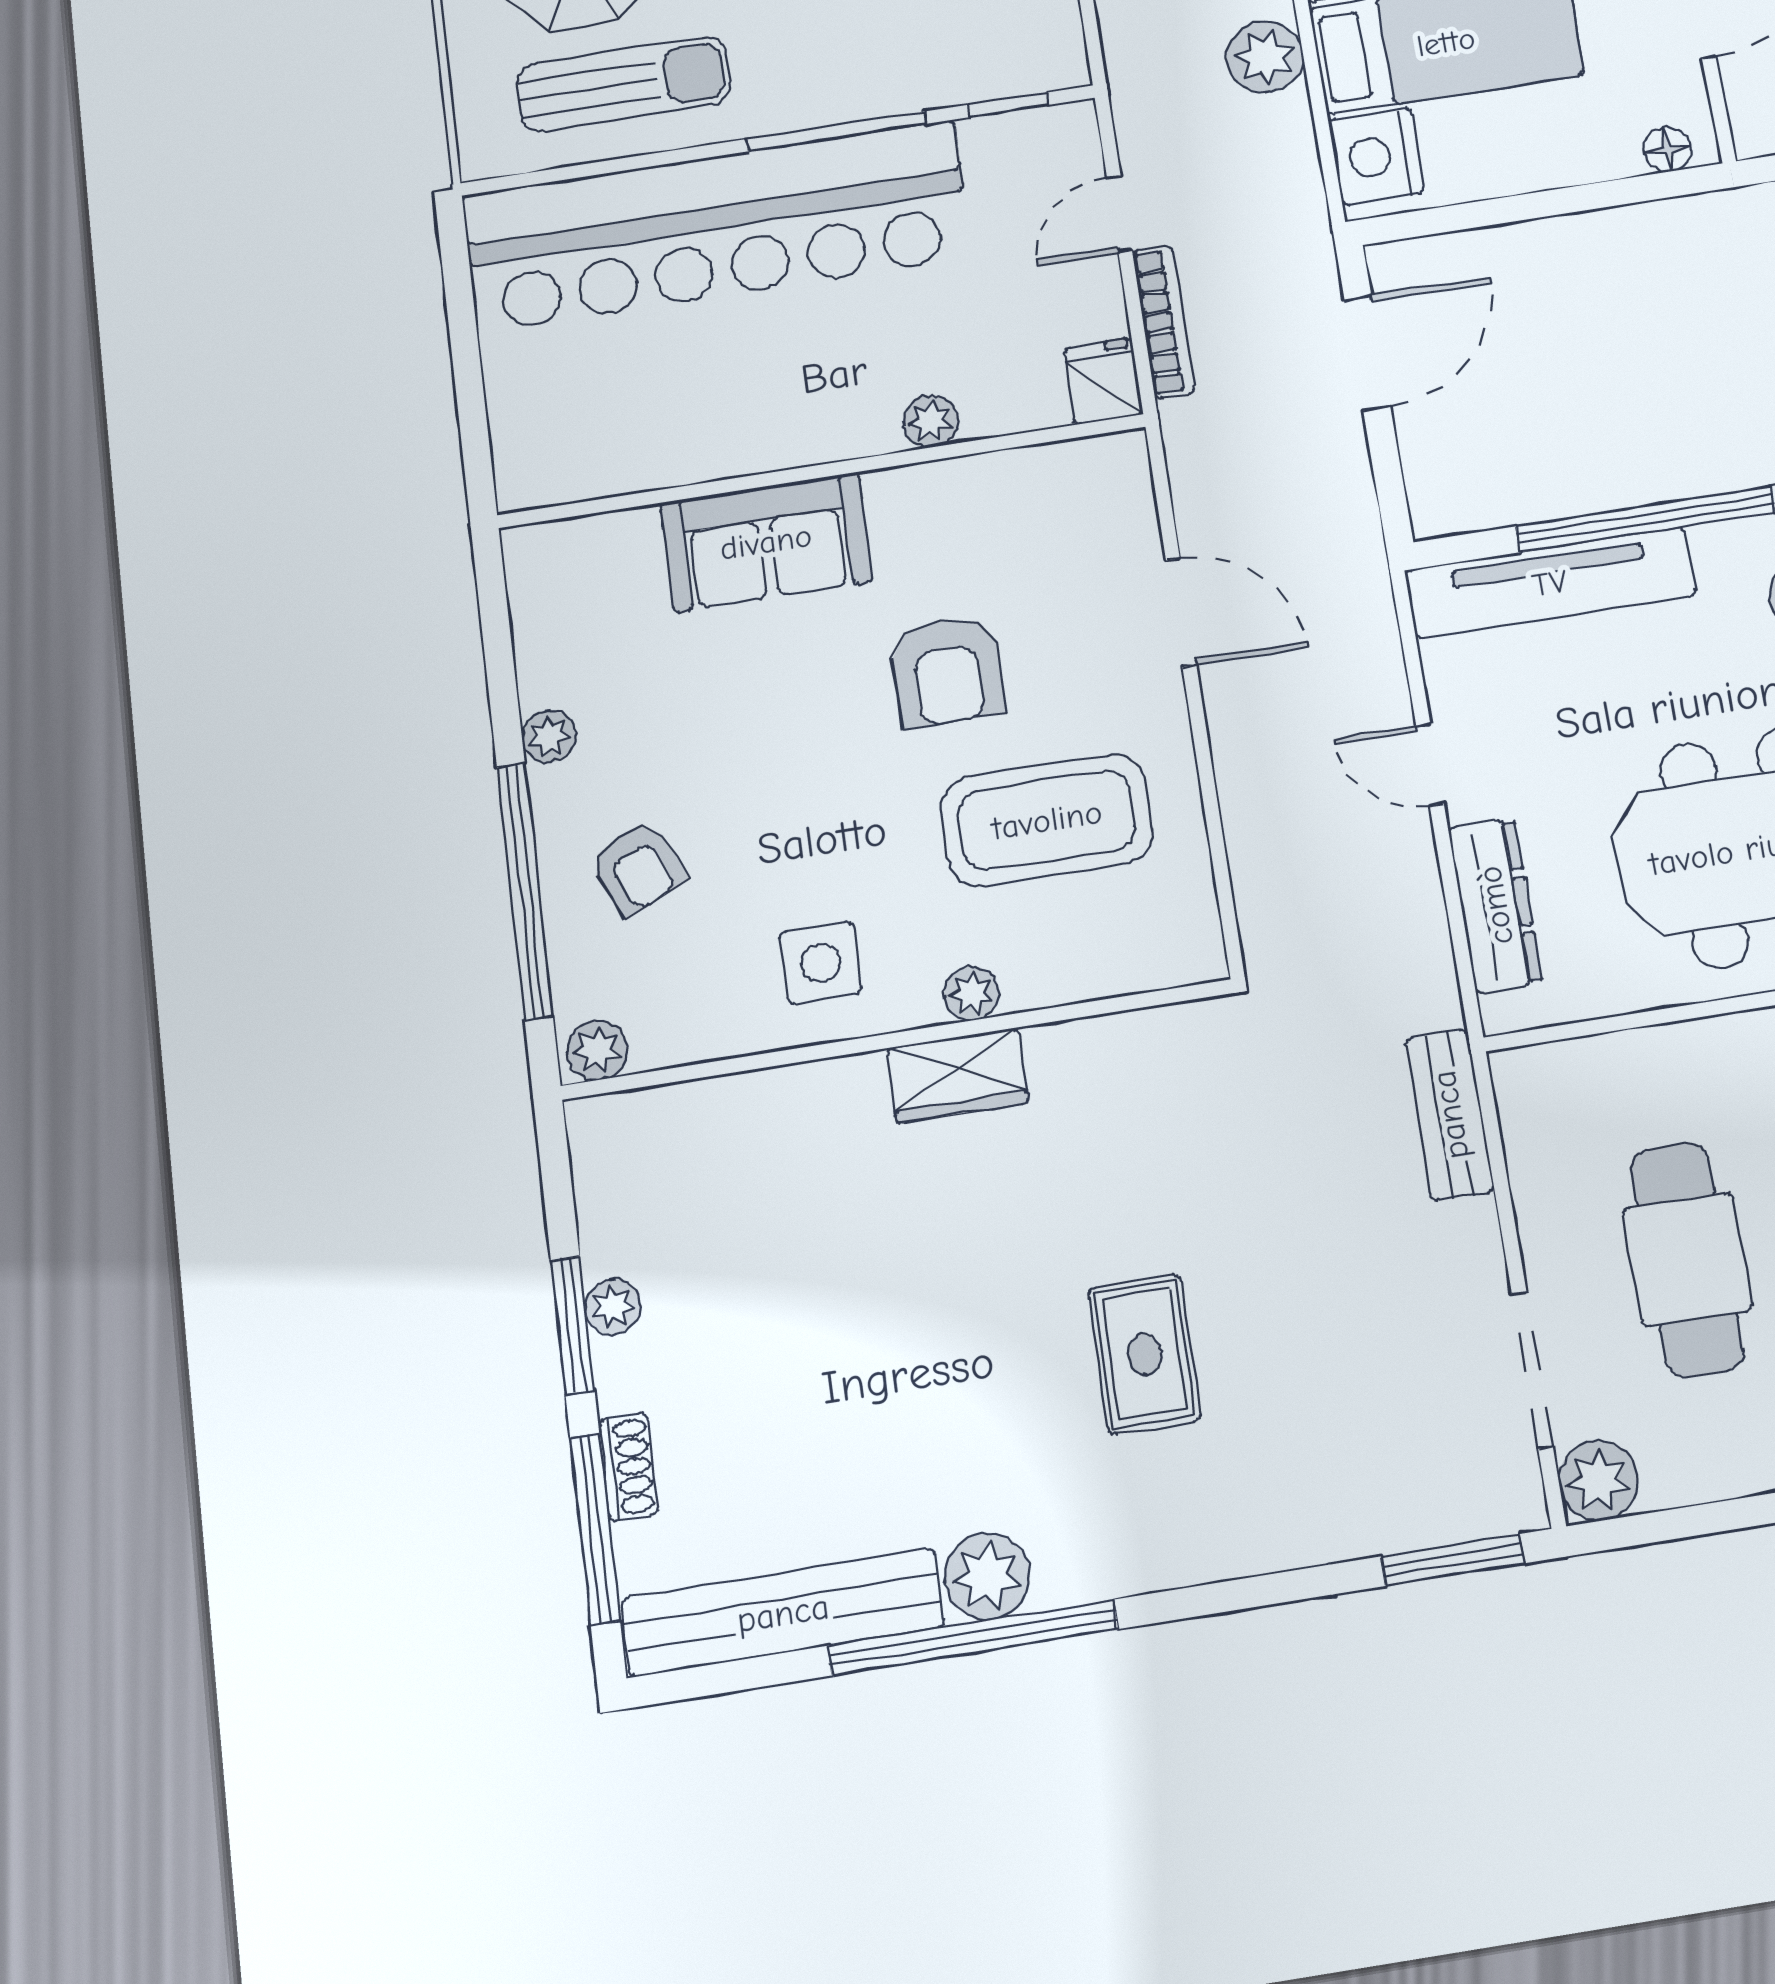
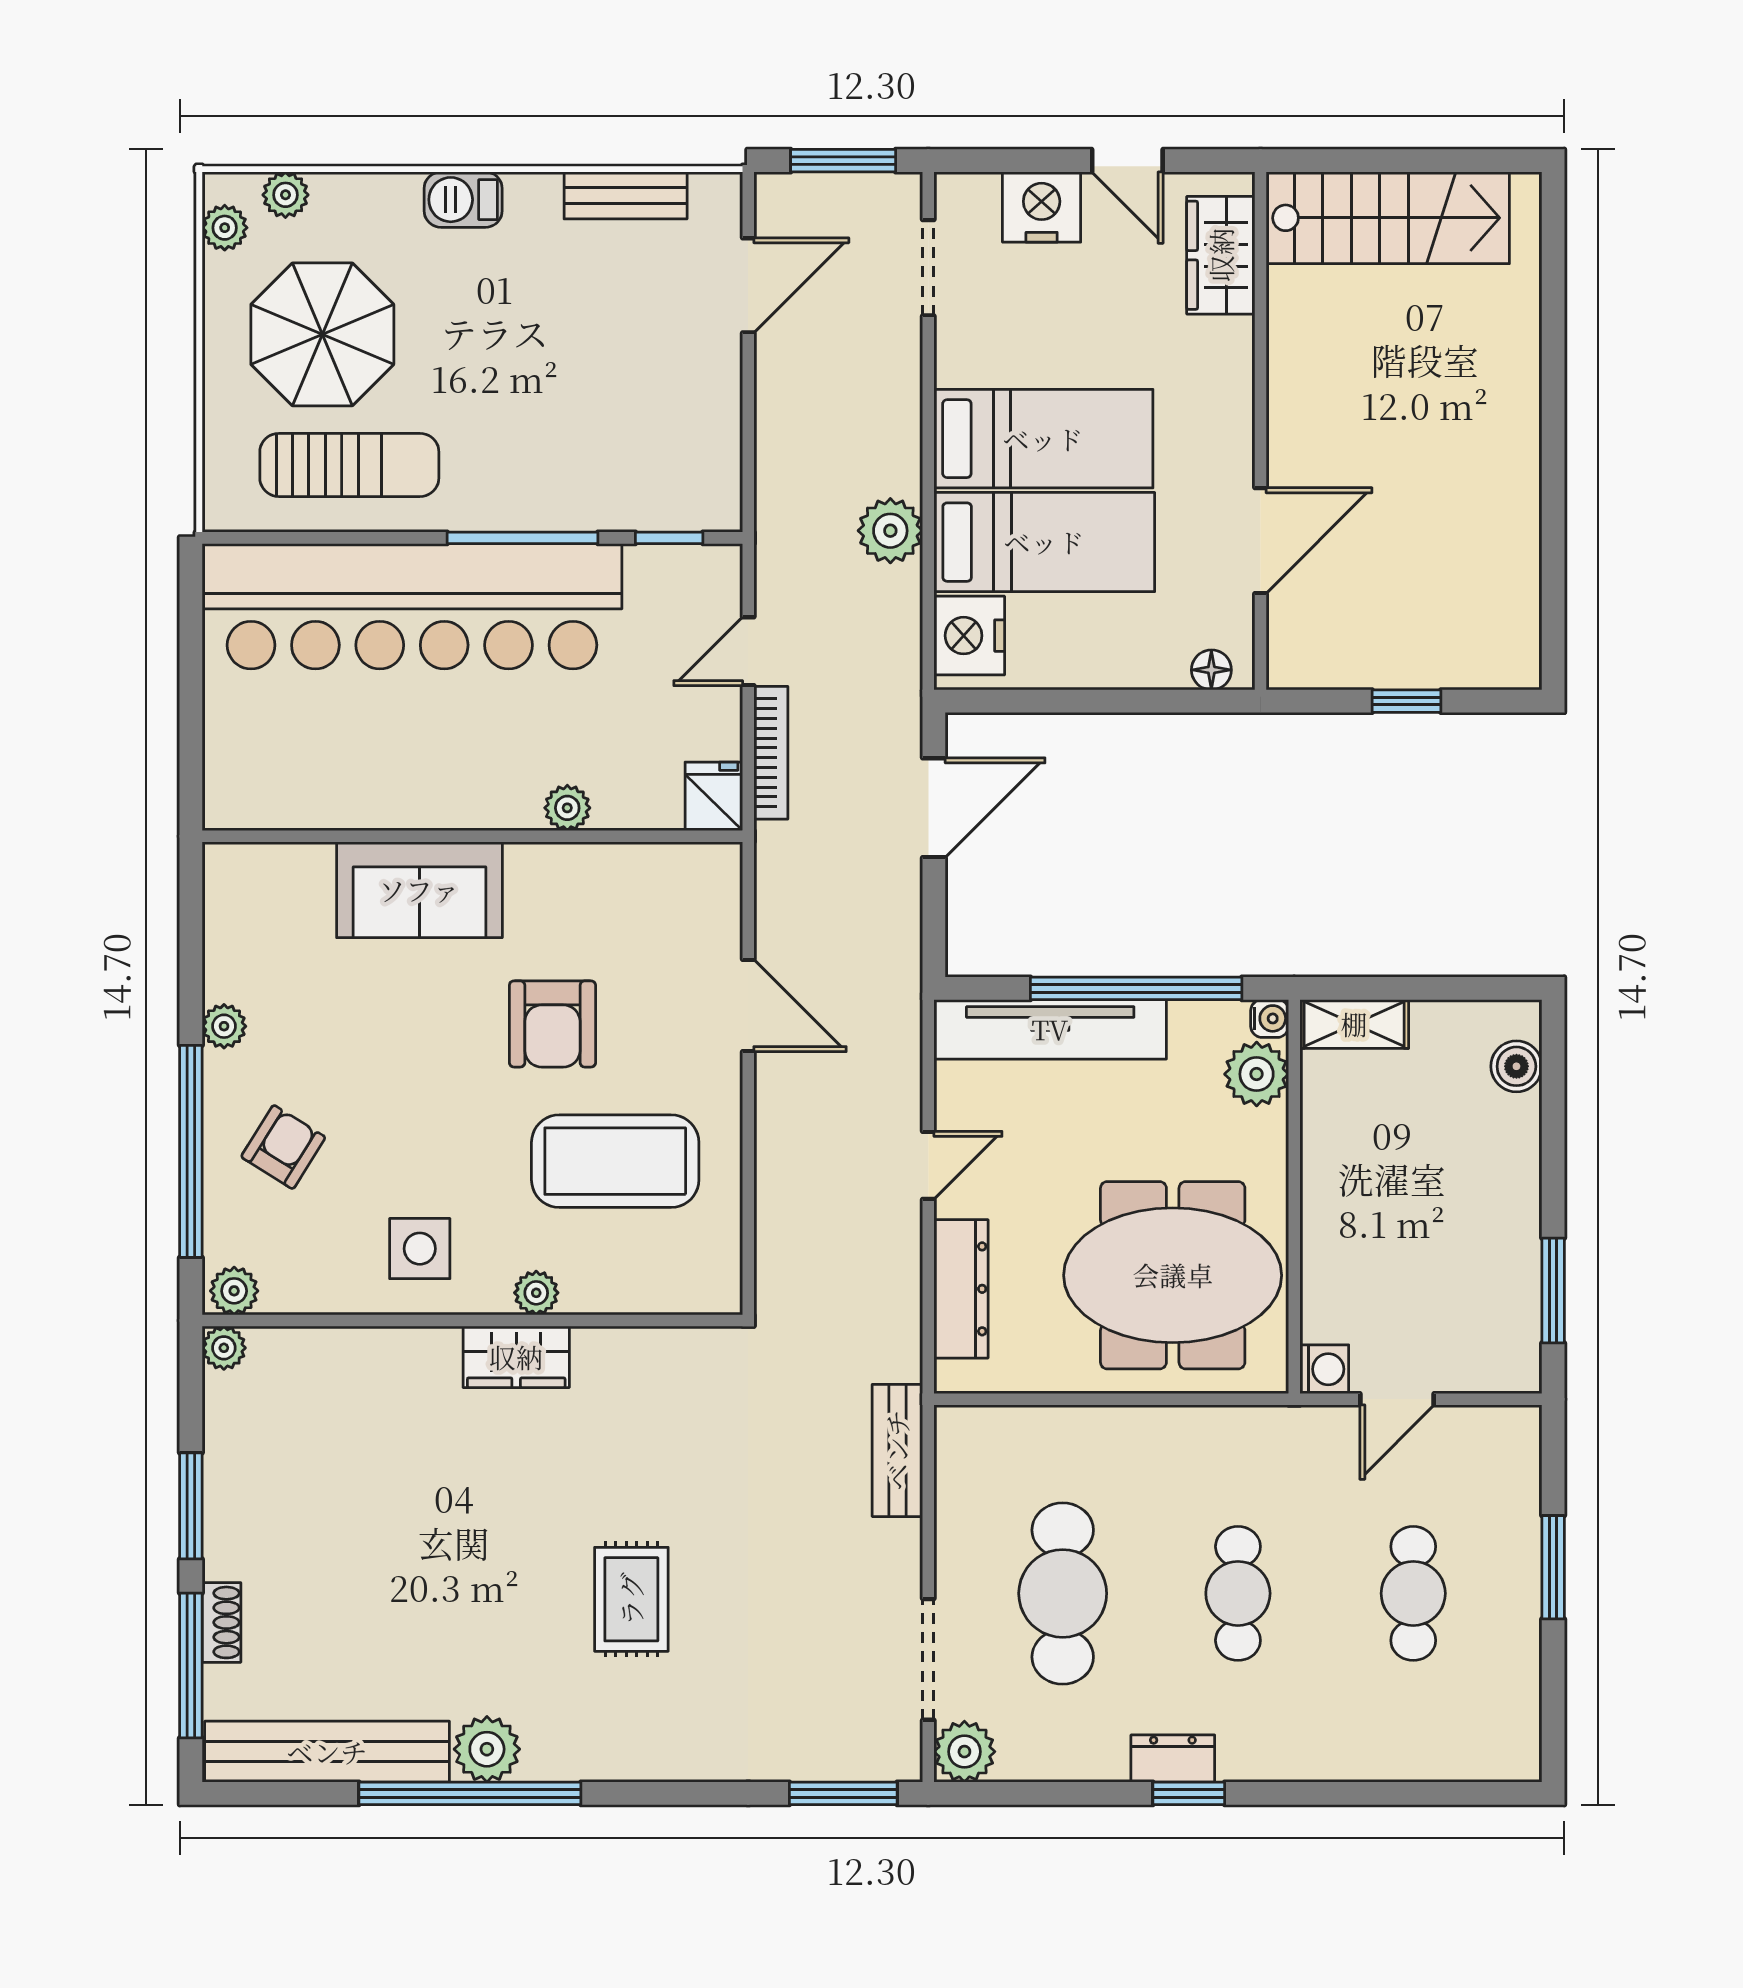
door: (1430, 765) -> (928, 1165), swing flipped
armchair: (638, 868) -> (283, 1147), turned -124
plant: (613, 1307) -> (224, 1348), moved

